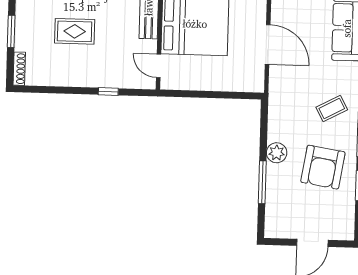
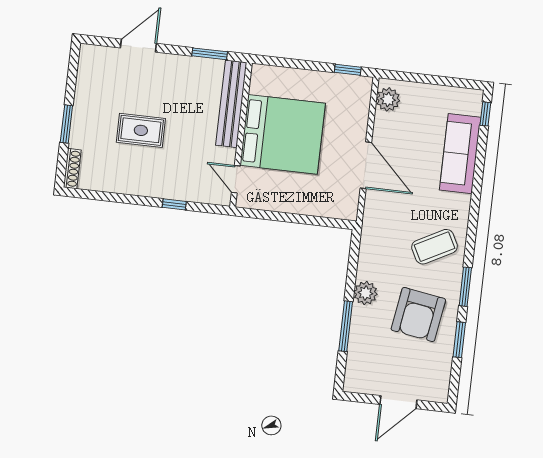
coffee table: (332, 108) -> (435, 247), width x1.36, depth x1.30

